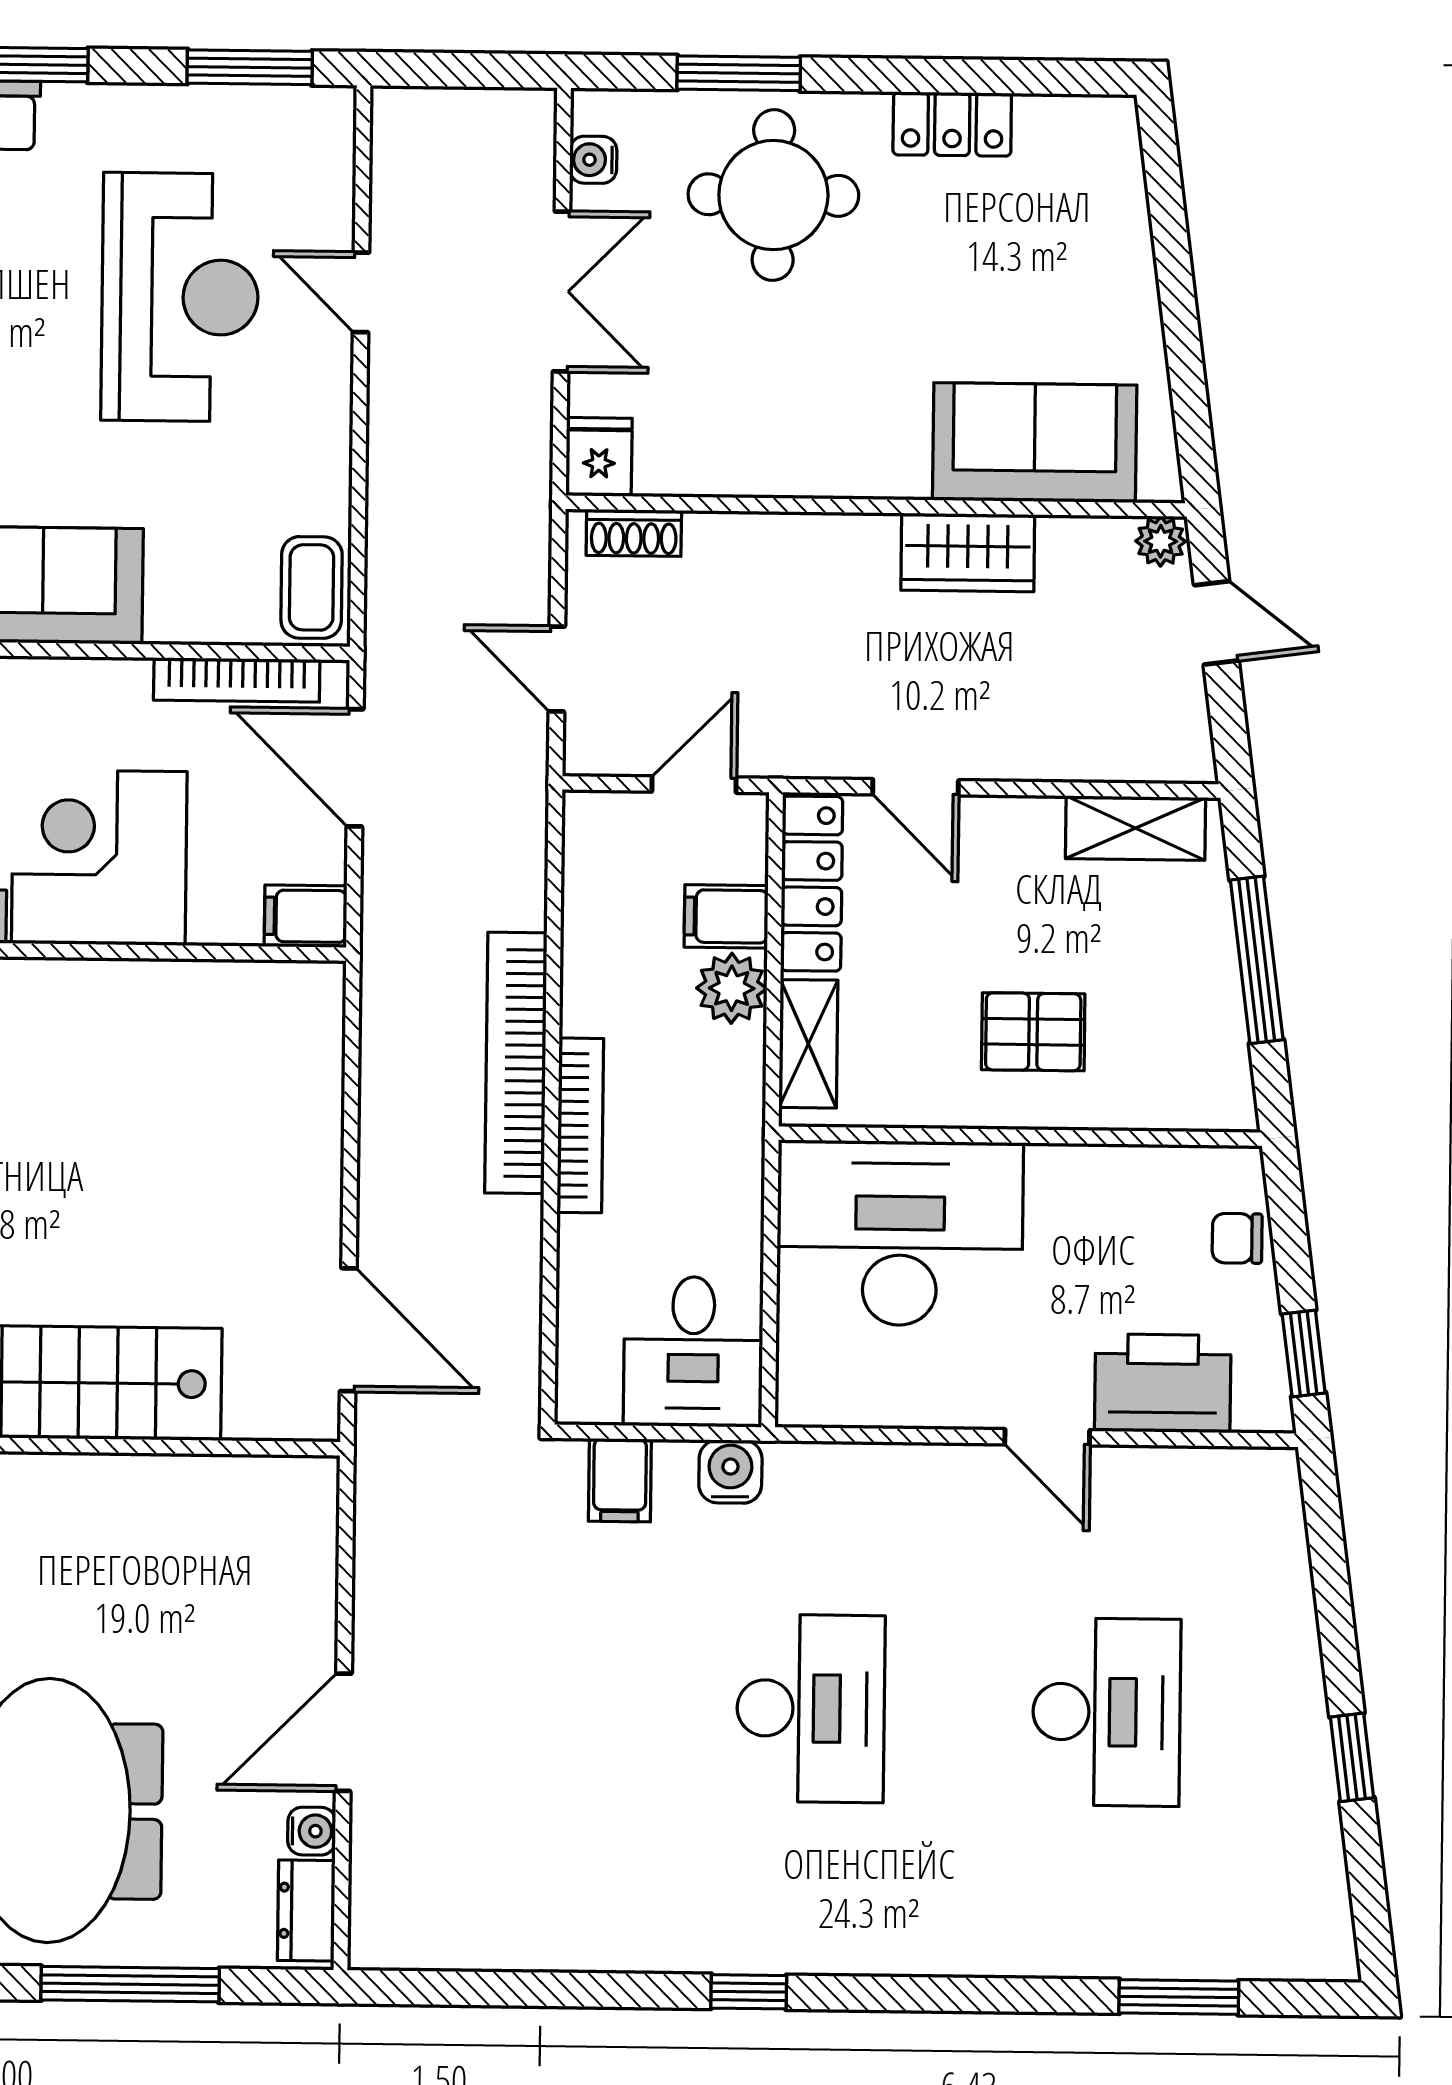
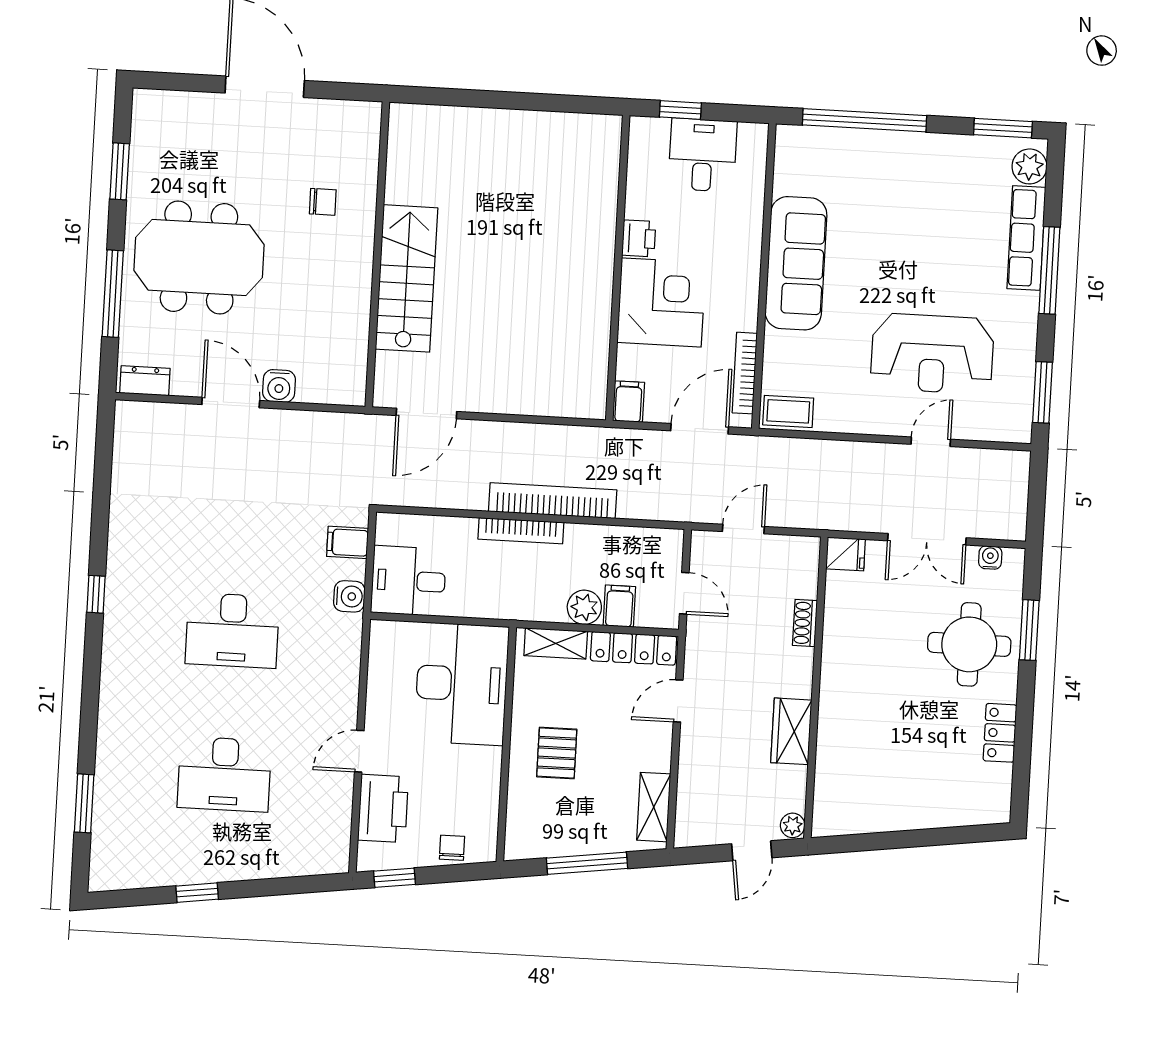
sofa: (1035, 443) -> (843, 766), removed
shoe rack: (634, 533) -> (805, 623), moved
water cooler: (312, 1831) -> (279, 386), moved, width x1.38, depth x1.38

